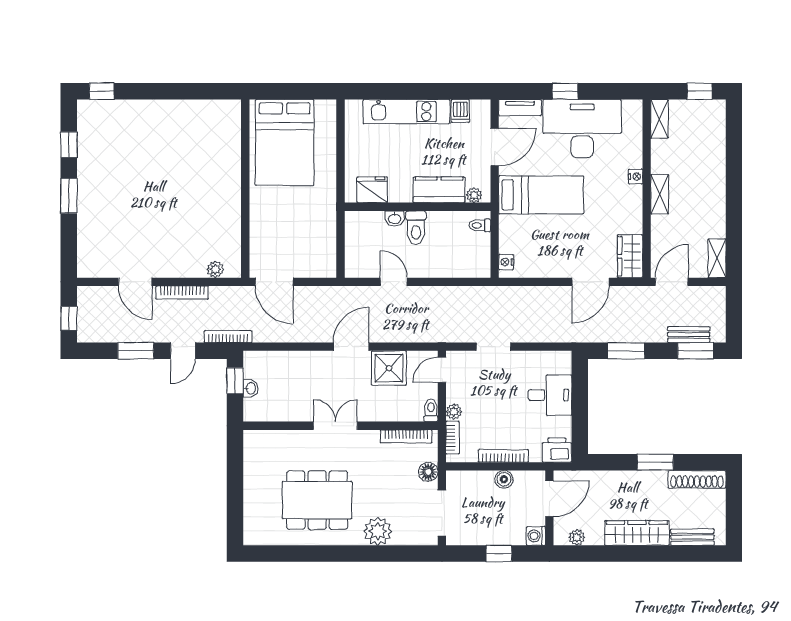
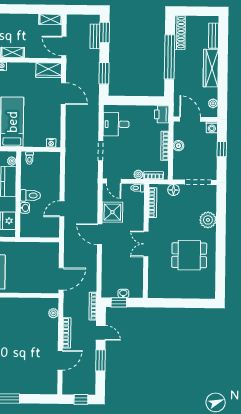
desk: (550, 395) -> (116, 124), moved, turned -90
window: (655, 462) -> (170, 57), width x2.11
dining table: (317, 500) -> (189, 255), width x0.73

